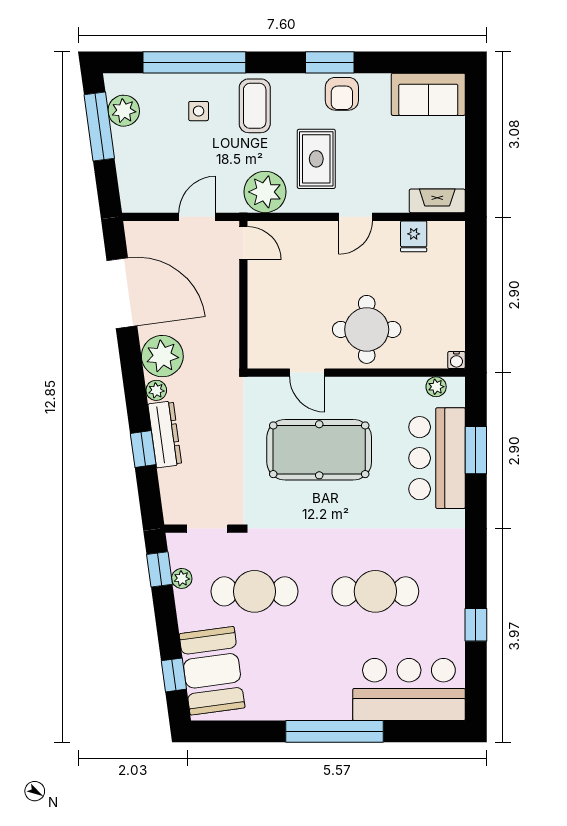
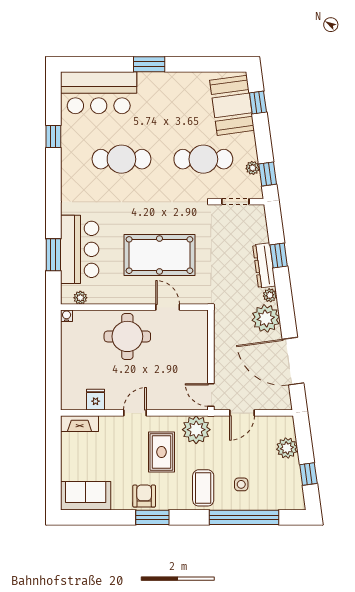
plant: (124, 111) -> (287, 448), moved
window: (99, 126) -> (308, 474), width x0.46
window: (335, 731) -> (149, 64), width x0.47

